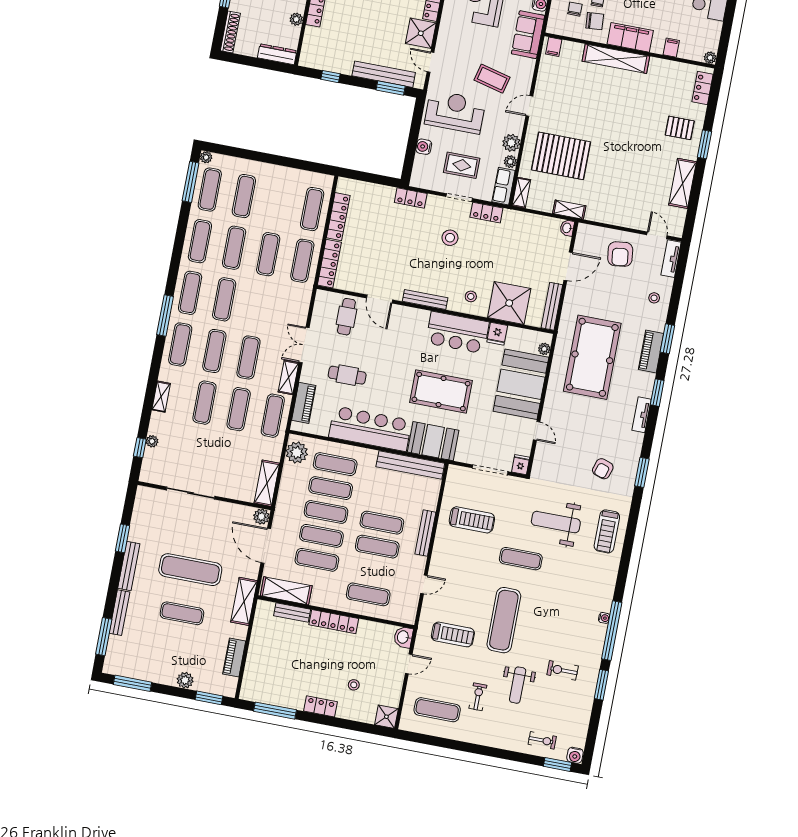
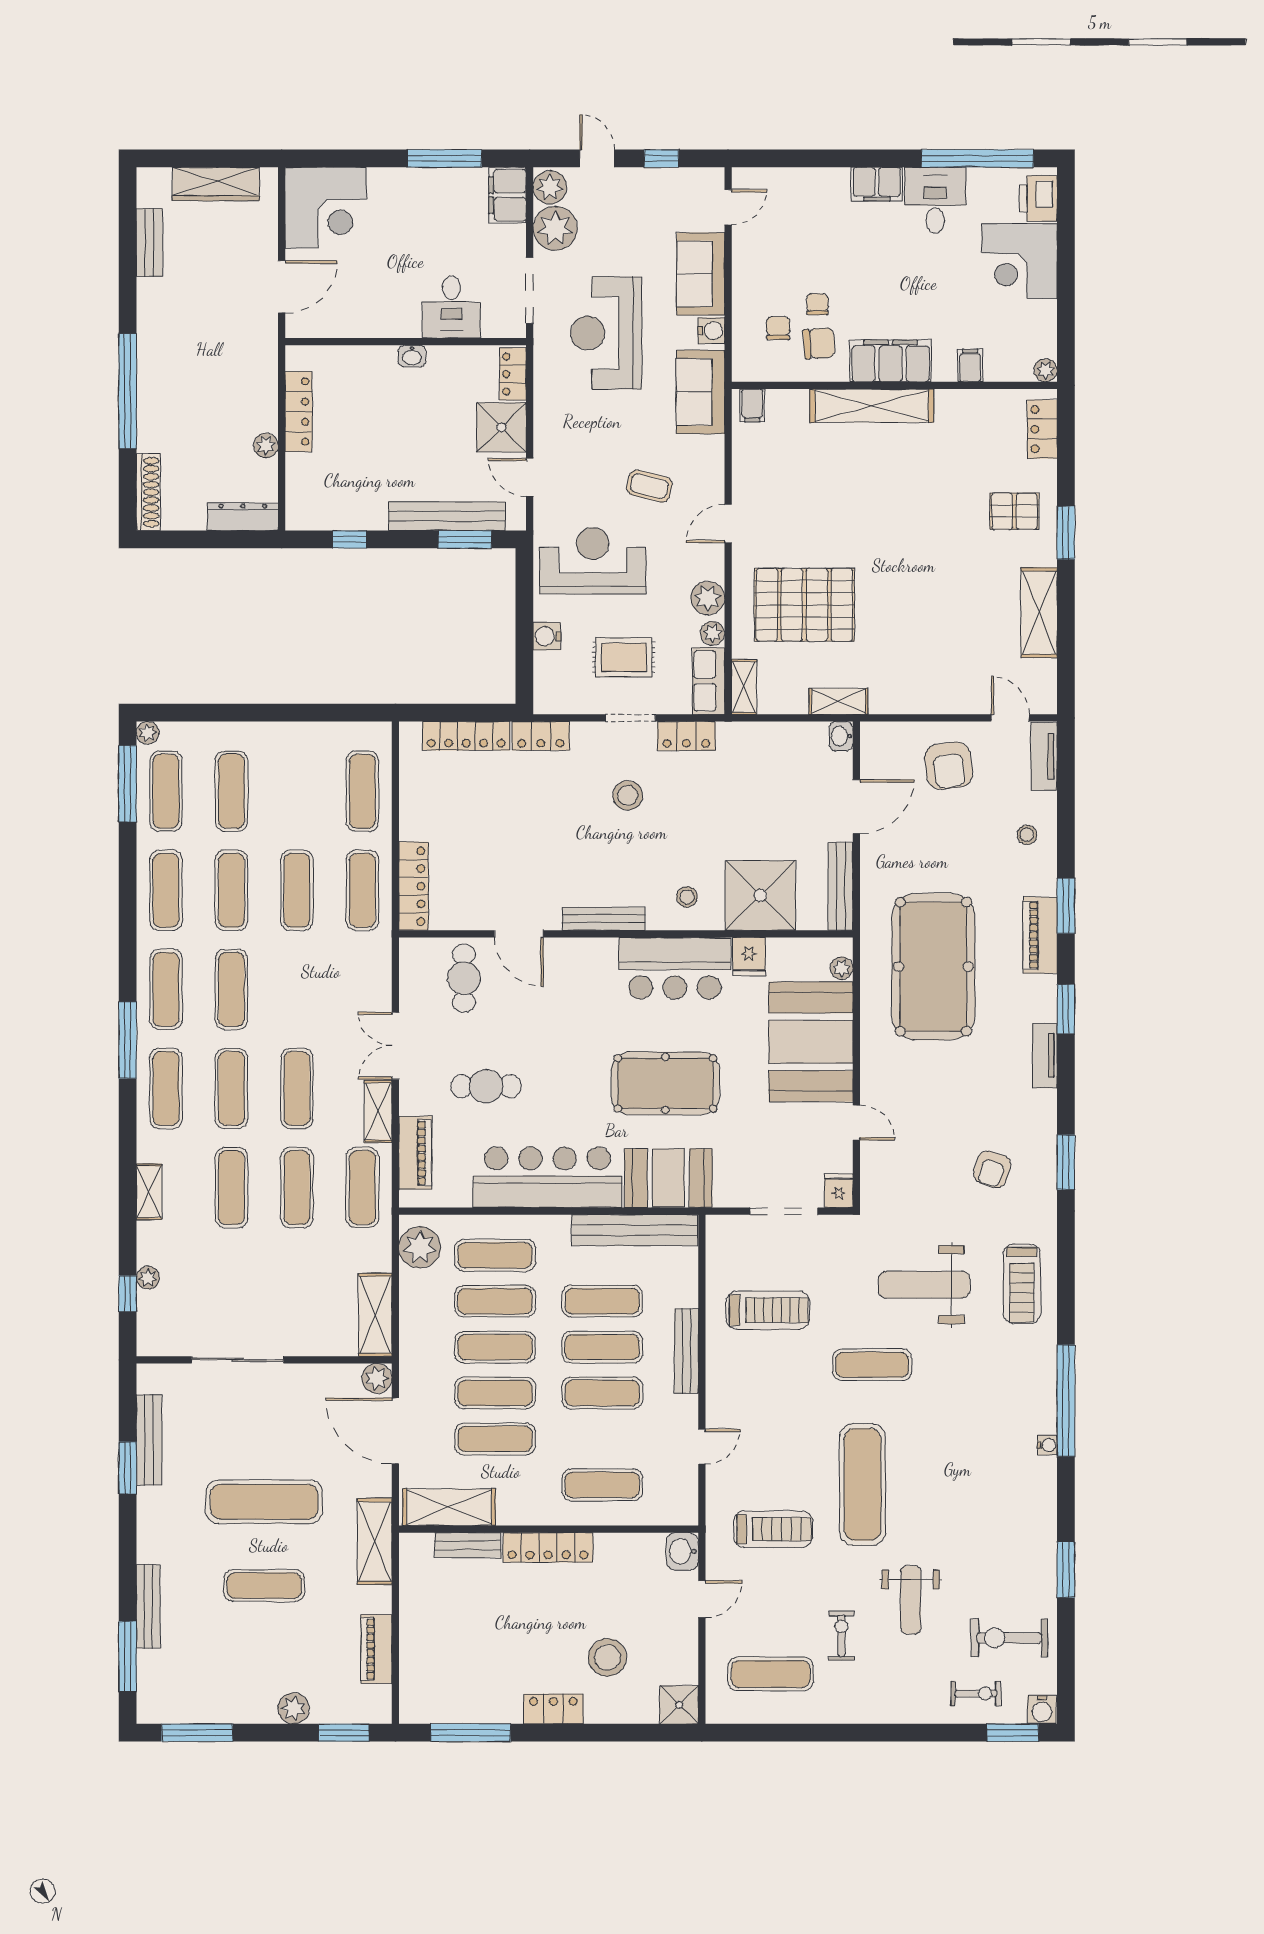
coffee table: (492, 79) -> (649, 486), width x0.73, depth x0.77
locker: (338, 217) -> (466, 736), moved, turned 90
exercise mat: (386, 499) -> (602, 1301), added
bench: (129, 566) -> (149, 1440), moved
window: (612, 631) -> (1066, 1401), moved
exercise bike: (563, 670) -> (1009, 1638), moved, width x1.38, depth x1.39
stool: (354, 685) -> (607, 1657), width x1.89, depth x1.89

